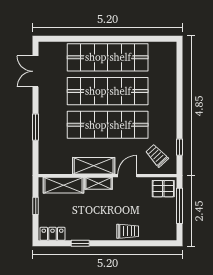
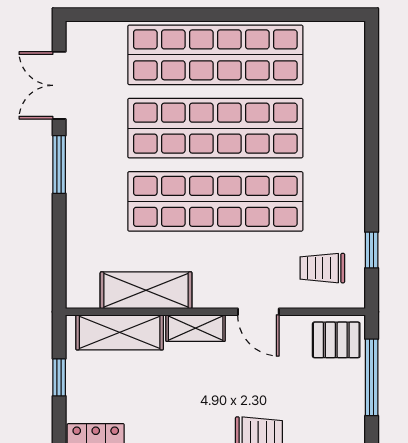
window: (36, 127) -> (59, 164), moved
trolley: (157, 156) -> (322, 268), turned -47
shelving: (94, 166) -> (146, 290), moved
door: (127, 176) -> (258, 312), swing flipped

